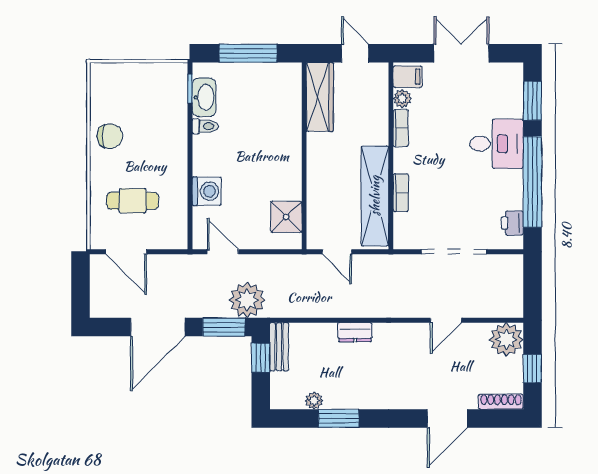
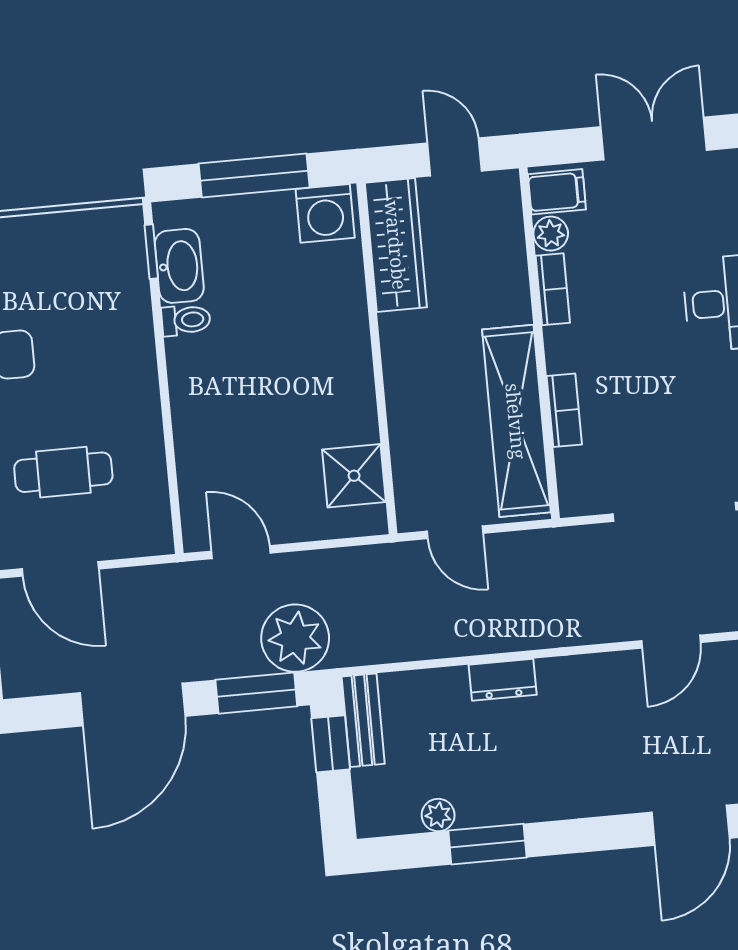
washing machine: (207, 191) -> (325, 213), moved, turned 90

